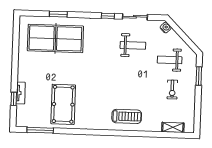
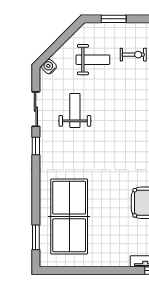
window: (58, 14) -> (36, 237), moved
weight bench: (170, 60) -> (93, 60), turned -90

